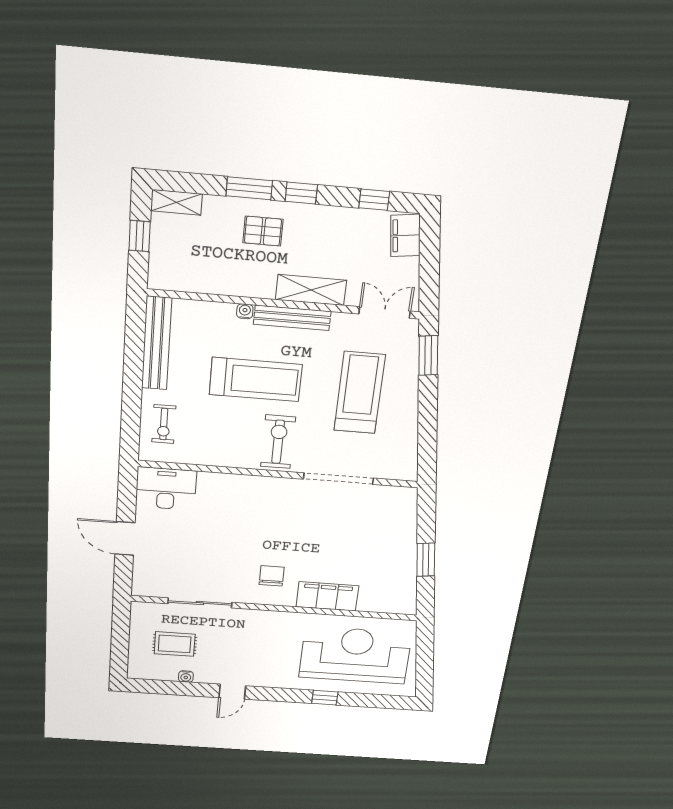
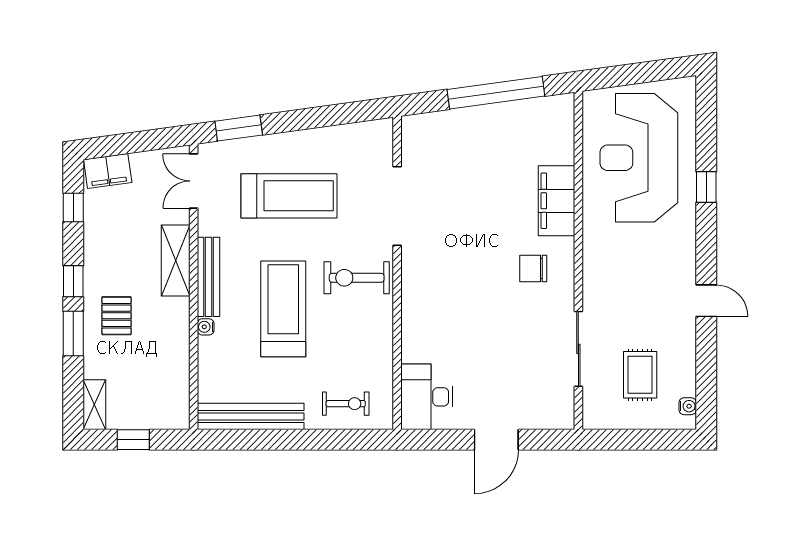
treadmill: (360, 393) -> (289, 196), turned 180
window: (426, 560) -> (496, 93), width x2.11
water cooler: (186, 677) -> (688, 406), moved

